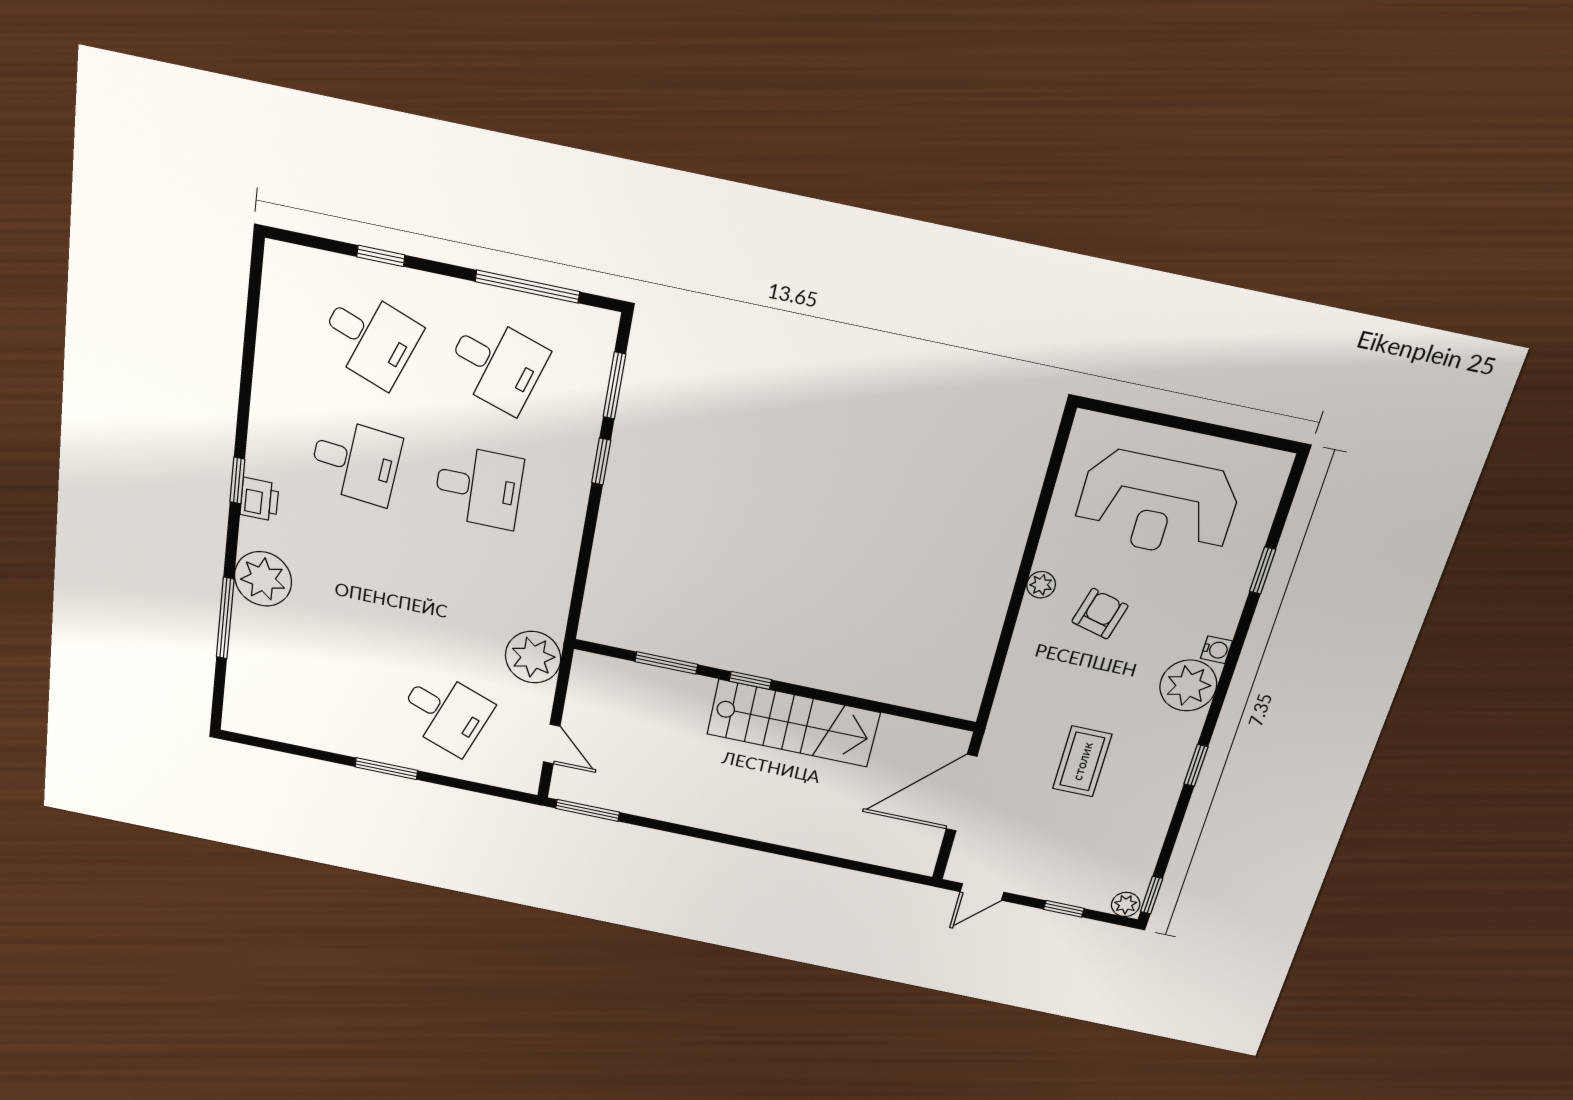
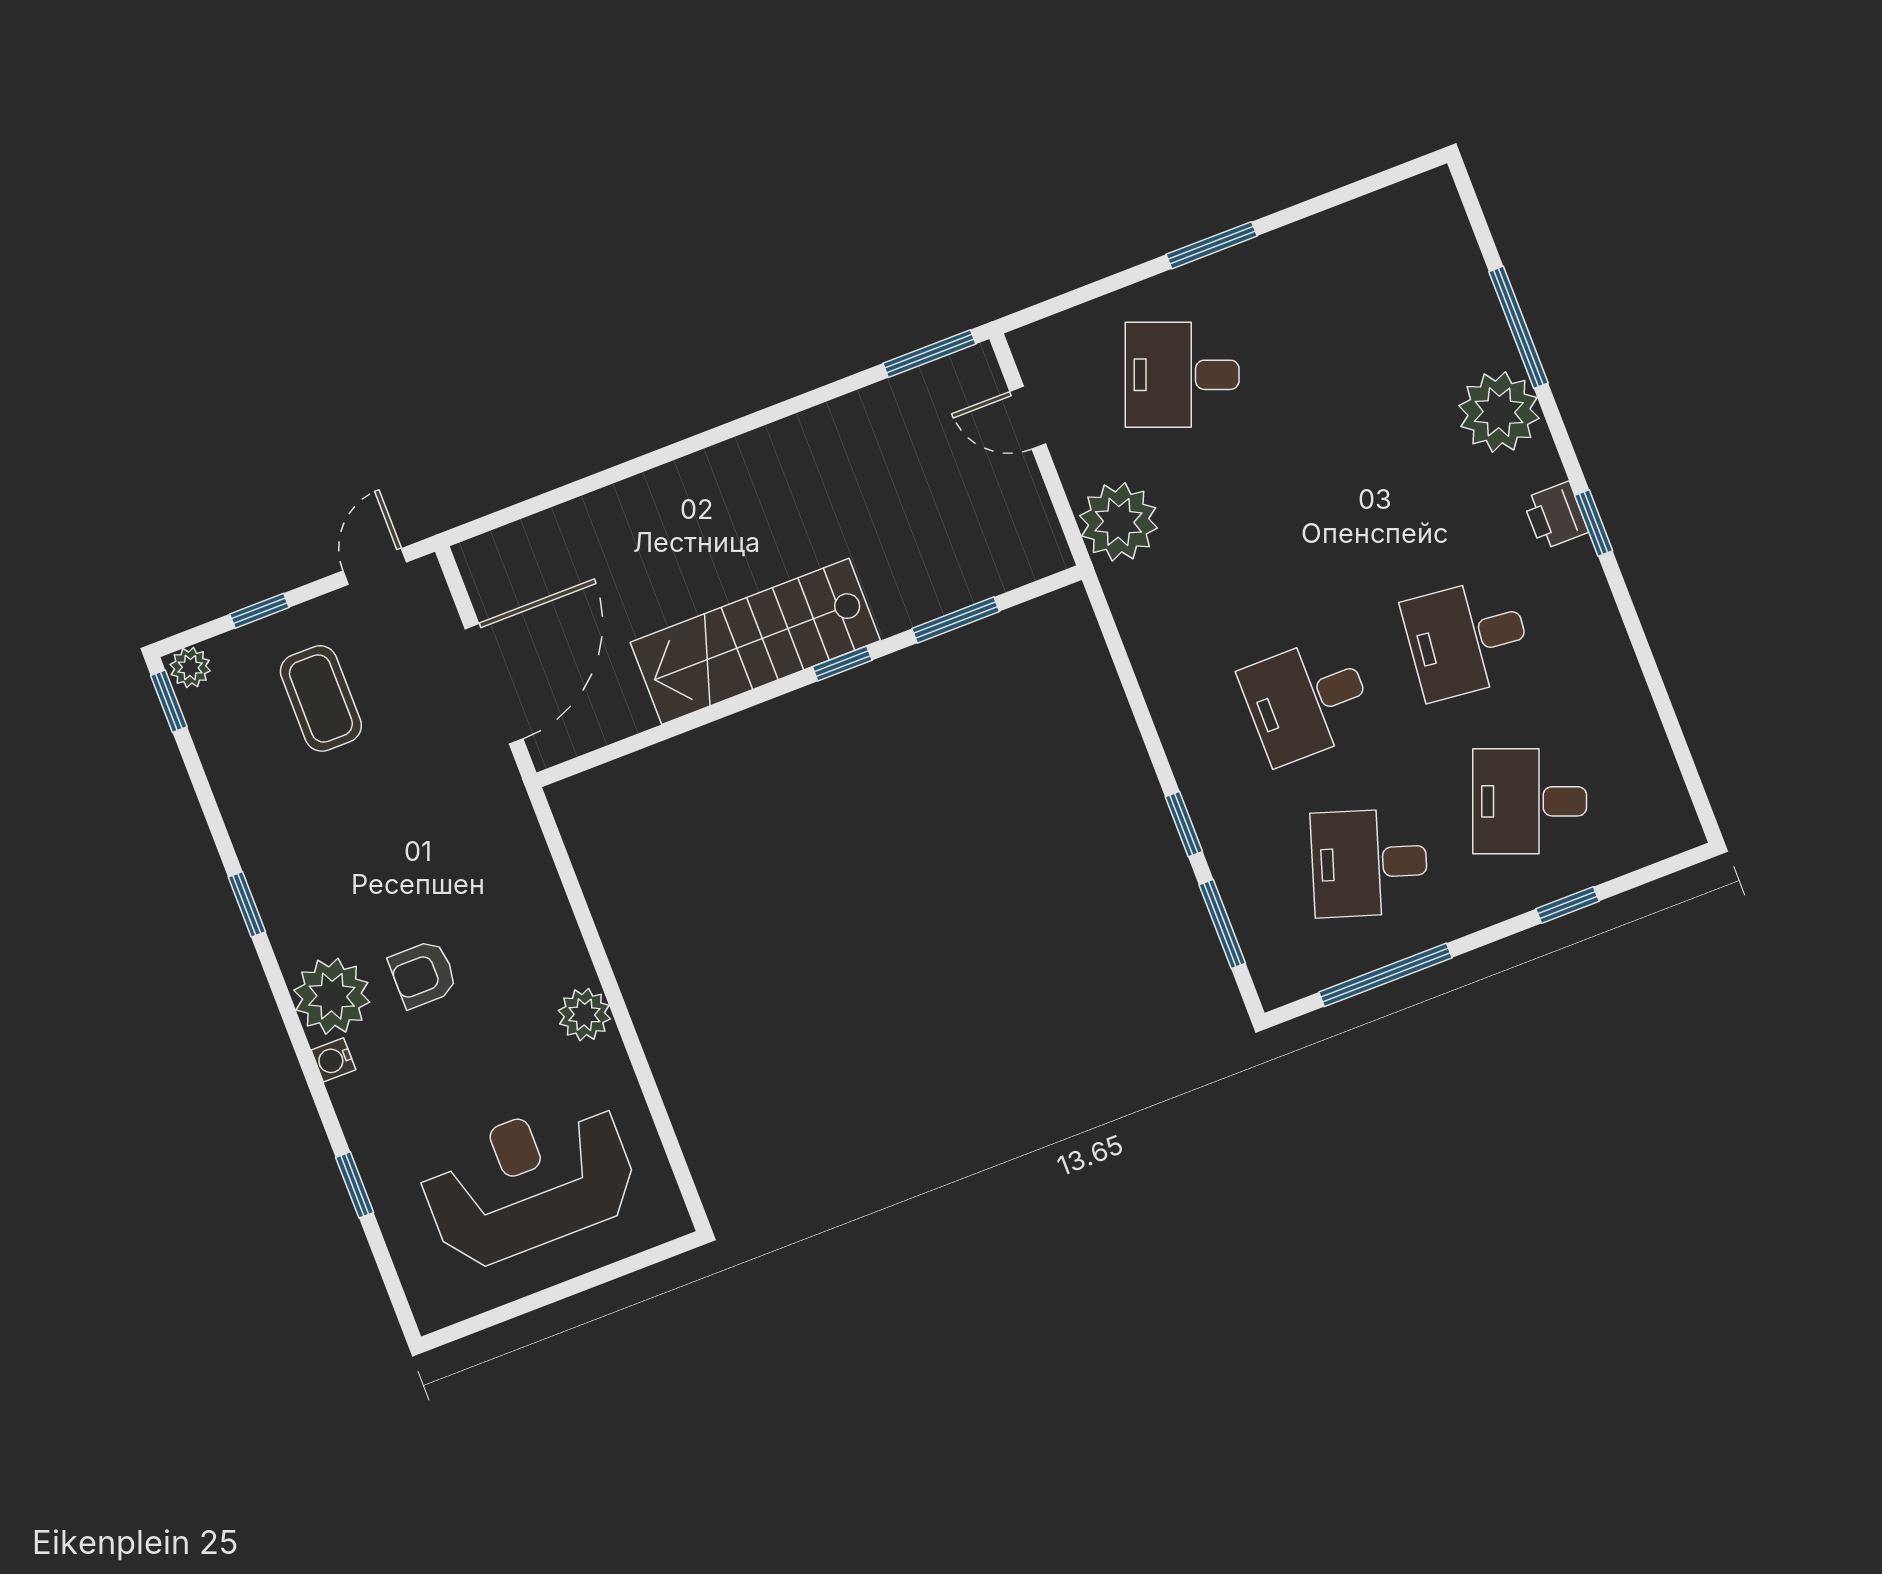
plant: (1041, 585) -> (584, 1015), width x1.38, depth x1.38
armchair: (1100, 614) -> (423, 974), moved, turned 75
coffee table: (1082, 761) -> (321, 698), moved

